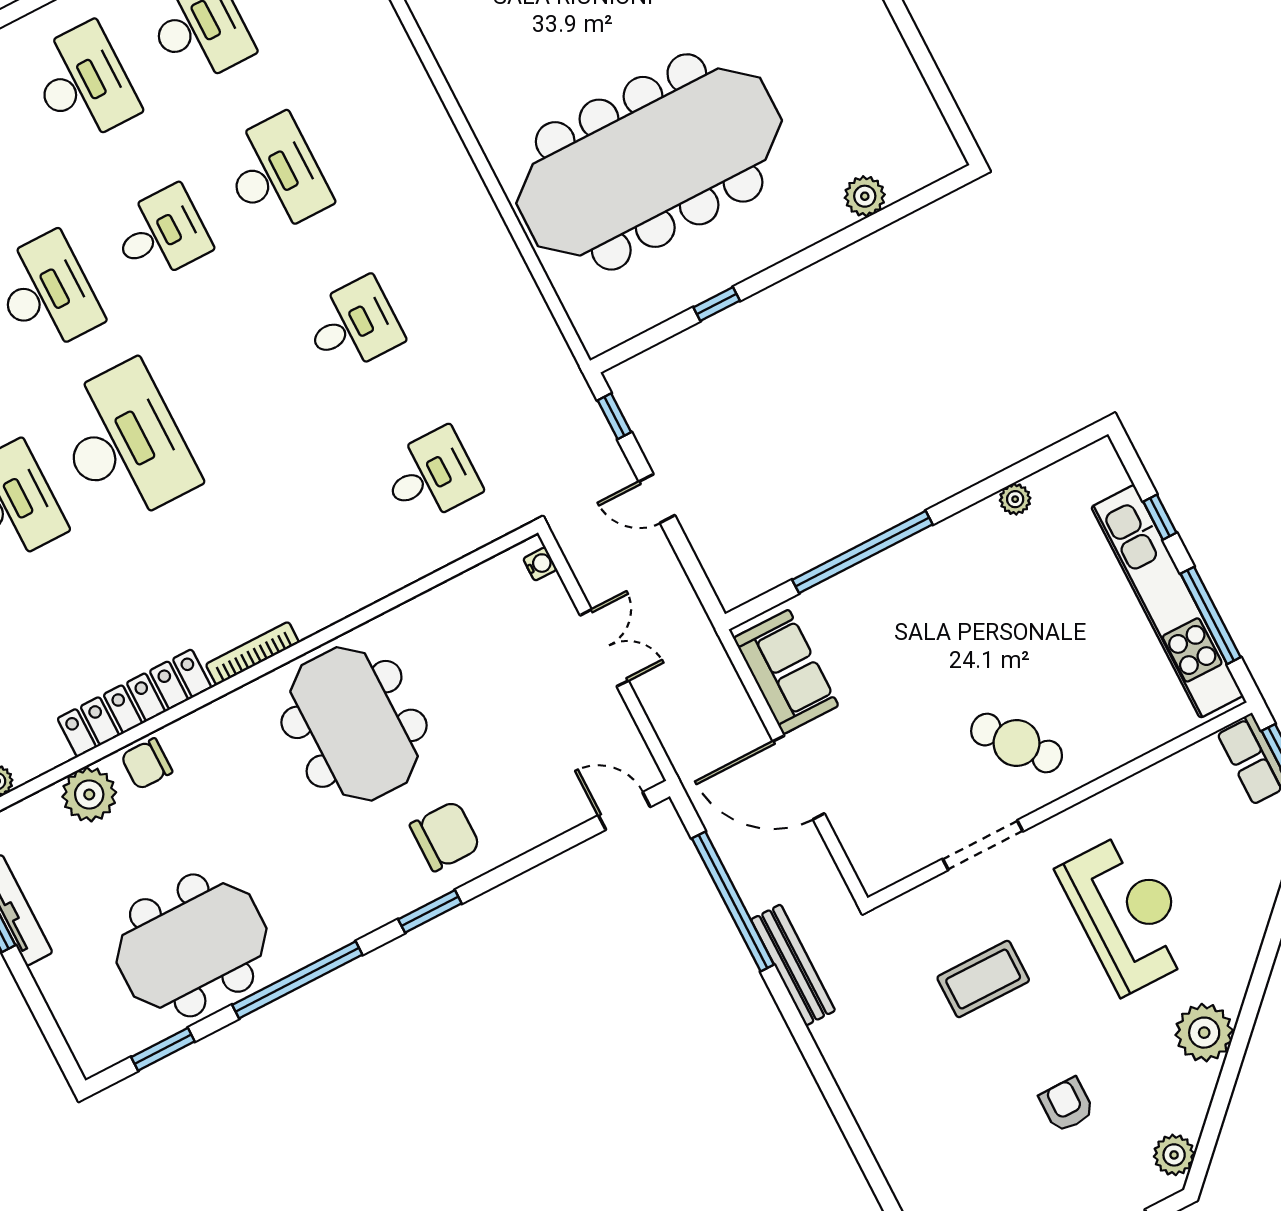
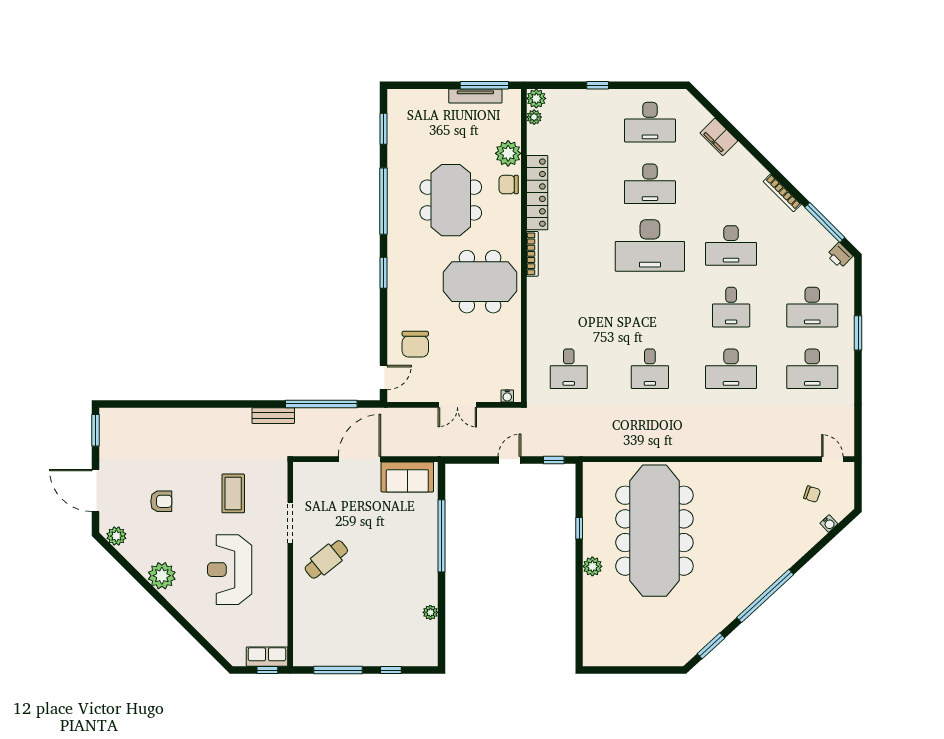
plant: (865, 196) -> (592, 566), moved
kitchen unit: (1167, 601) -> (354, 655), removed
chair: (147, 764) -> (509, 185), turned -90
chair: (445, 836) -> (415, 344), moved
reception desk: (1128, 913) -> (230, 570), turned 90
meeting table: (192, 945) -> (451, 200), moved
bench: (793, 965) -> (273, 416), width x0.73

